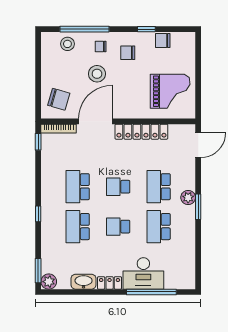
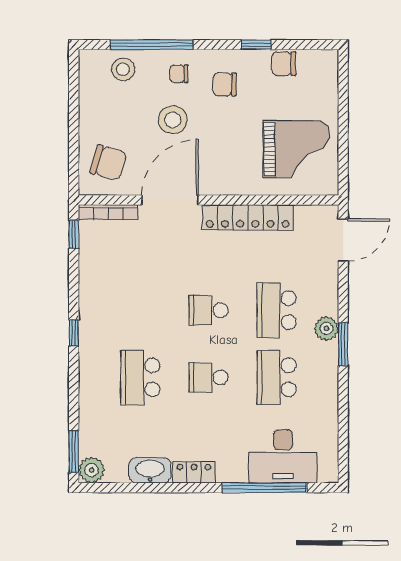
school desk: (78, 187) -> (140, 310), removed
window: (38, 214) -> (74, 333), moved
desk: (143, 273) -> (283, 456), moved

